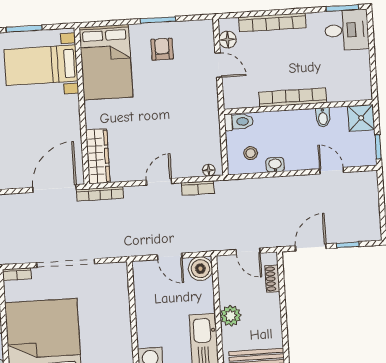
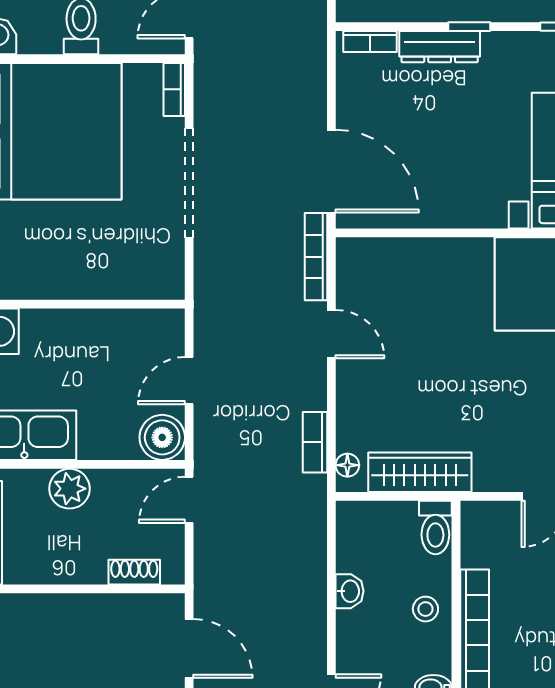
stool: (251, 153) -> (425, 609), moved
wardrobe: (98, 156) -> (420, 472), moved, turned 180
door: (159, 182) -> (331, 334), moved
door: (248, 251) -> (189, 500), moved

